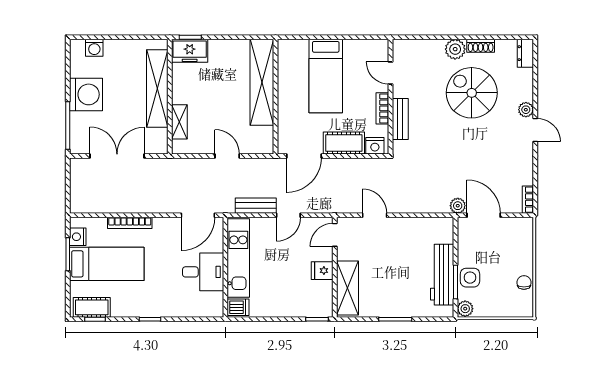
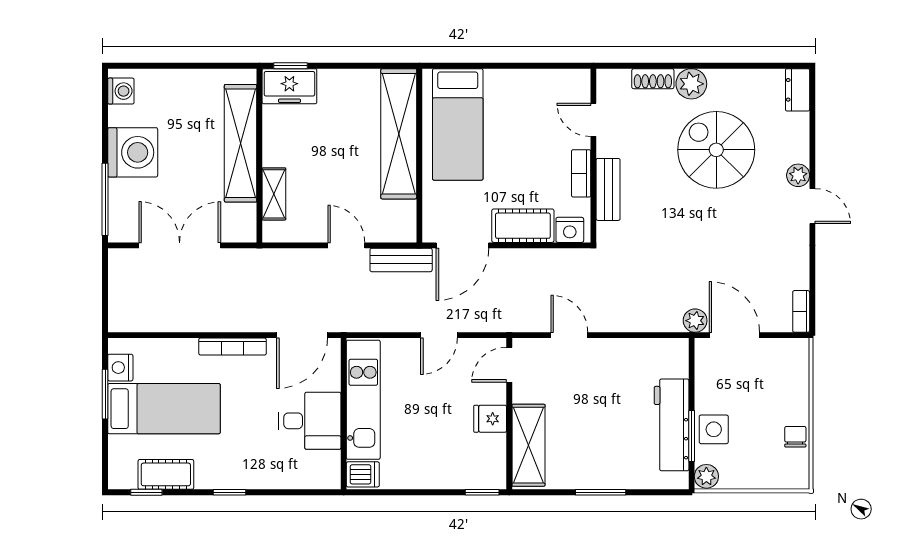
shoe rack: (481, 46) -> (653, 79), moved
washing machine: (94, 48) -> (121, 91), moved, turned -90
bed: (326, 76) -> (458, 124), moved
bench: (256, 206) -> (401, 260), moved
bookcase: (130, 223) -> (233, 347), moved
cot: (92, 307) -> (166, 474), moved

